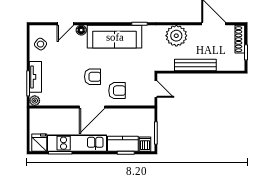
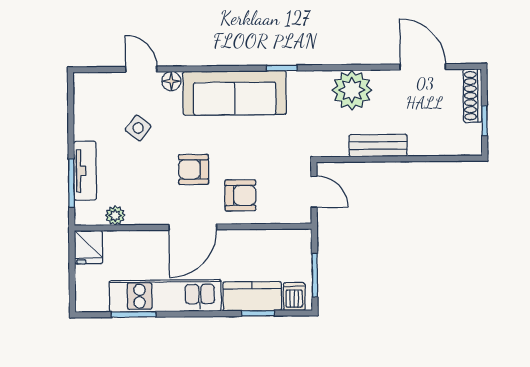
door: (65, 24) -> (141, 69), swing flipped
side table: (41, 44) -> (138, 128), moved
bench: (195, 65) -> (378, 145), width x0.73
armchair: (93, 77) -> (194, 169), turned 180
plant: (35, 101) -> (115, 215), moved
fridge: (39, 143) -> (88, 247), moved, turned 180

